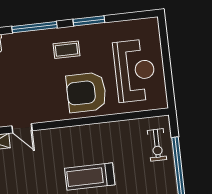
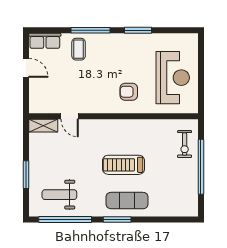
coffee table: (67, 50) -> (79, 49), moved, turned 90
armchair: (86, 92) -> (129, 92), width x0.53, depth x0.53

